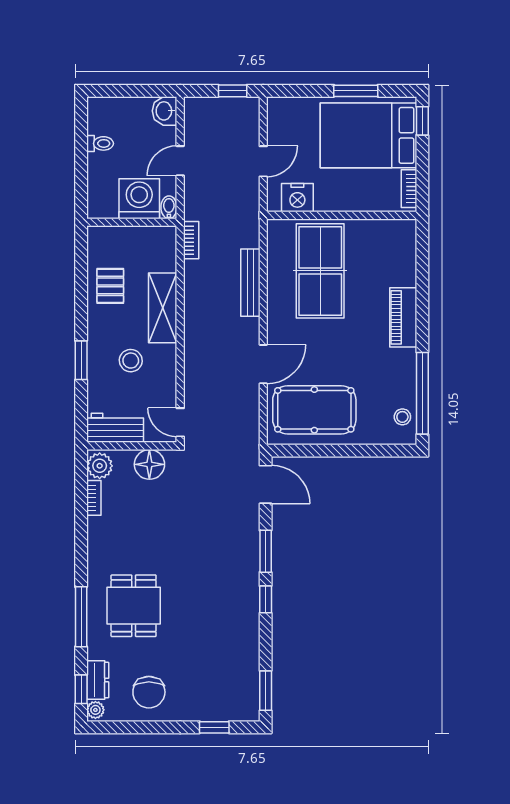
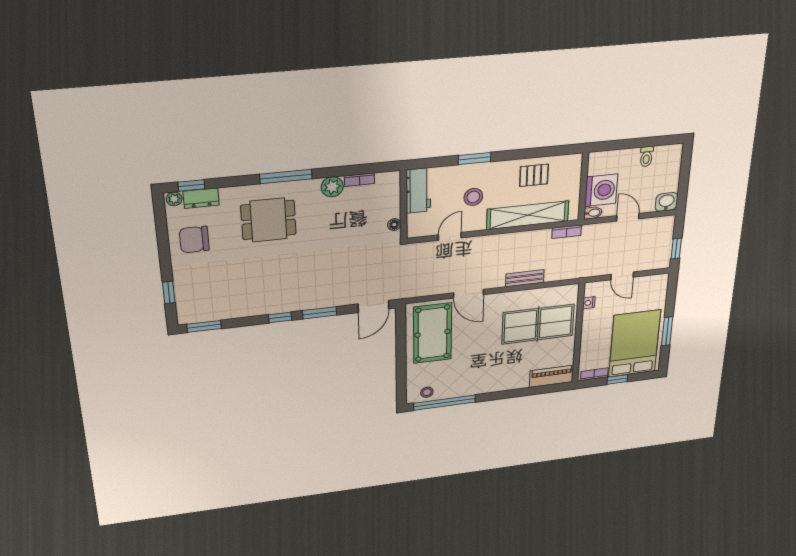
window: (422, 121) -> (617, 379), moved
nightstand: (297, 198) -> (589, 303), width x0.53, depth x0.56
bench: (250, 283) -> (525, 278), width x0.73
shelving: (163, 308) -> (528, 215), width x1.47
piano: (403, 317) -> (551, 376), moved
door: (180, 422) -> (450, 236), moved
floor lamp: (149, 464) -> (394, 225), width x0.53, depth x0.53
plant: (100, 466) -> (332, 187), moved
window: (81, 617) -> (286, 176), moved

